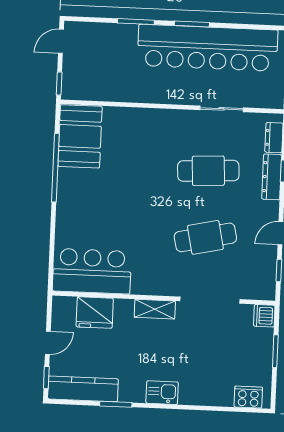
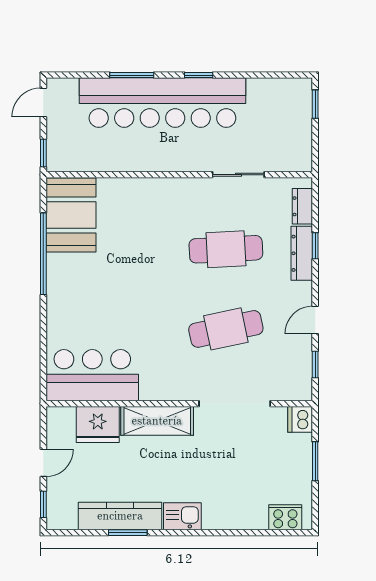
window: (192, 24) -> (199, 75), width x0.67
bar counter: (208, 48) -> (162, 103), moved
shelving: (155, 309) -> (157, 421), width x1.50, depth x1.33
kitchen counter: (83, 389) -> (120, 516), moved

